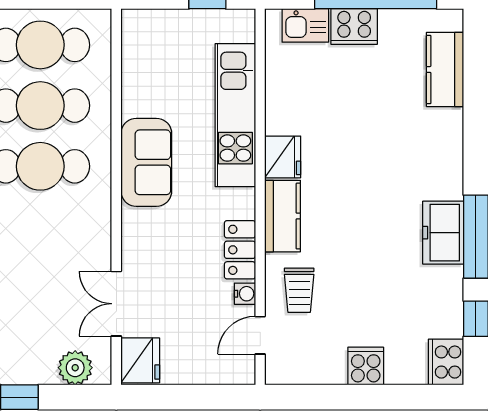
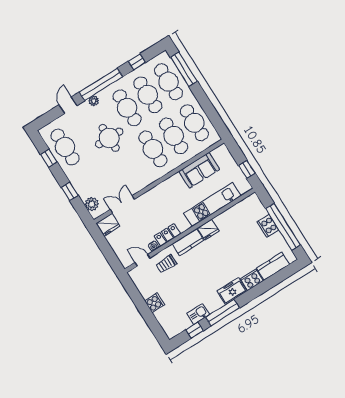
kitchen sink: (305, 25) -> (198, 314), moved, turned 90
sofa: (146, 162) -> (199, 170), moved
freezer: (443, 233) -> (232, 291), moved
cooker: (446, 362) -> (252, 280), moved

